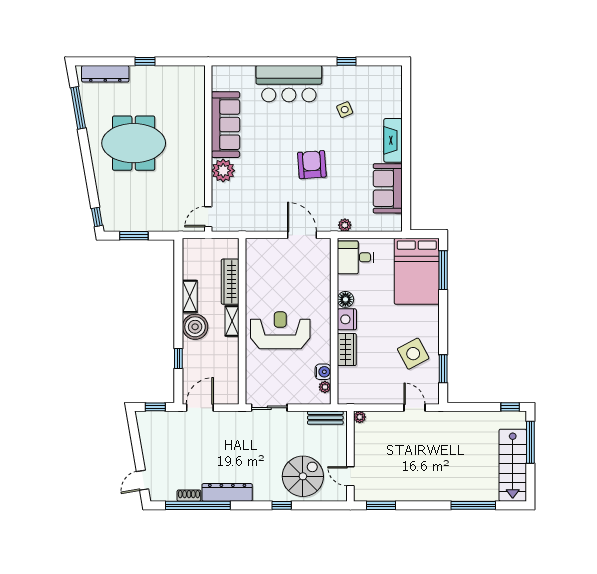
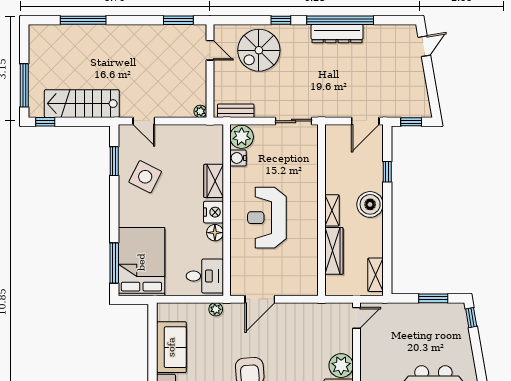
door: (302, 235) -> (260, 299), hinge flipped
shelving: (190, 296) -> (376, 275), moved
reception desk: (280, 330) -> (267, 218), moved, turned 90
side table: (413, 354) -> (145, 177), turned -35
plant: (325, 387) -> (242, 137), width x1.88, depth x1.88
stairs: (513, 465) -> (82, 104), moved, turned -90
shoe rack: (189, 496) -> (376, 30), removed
window: (198, 505) -> (340, 20), moved

